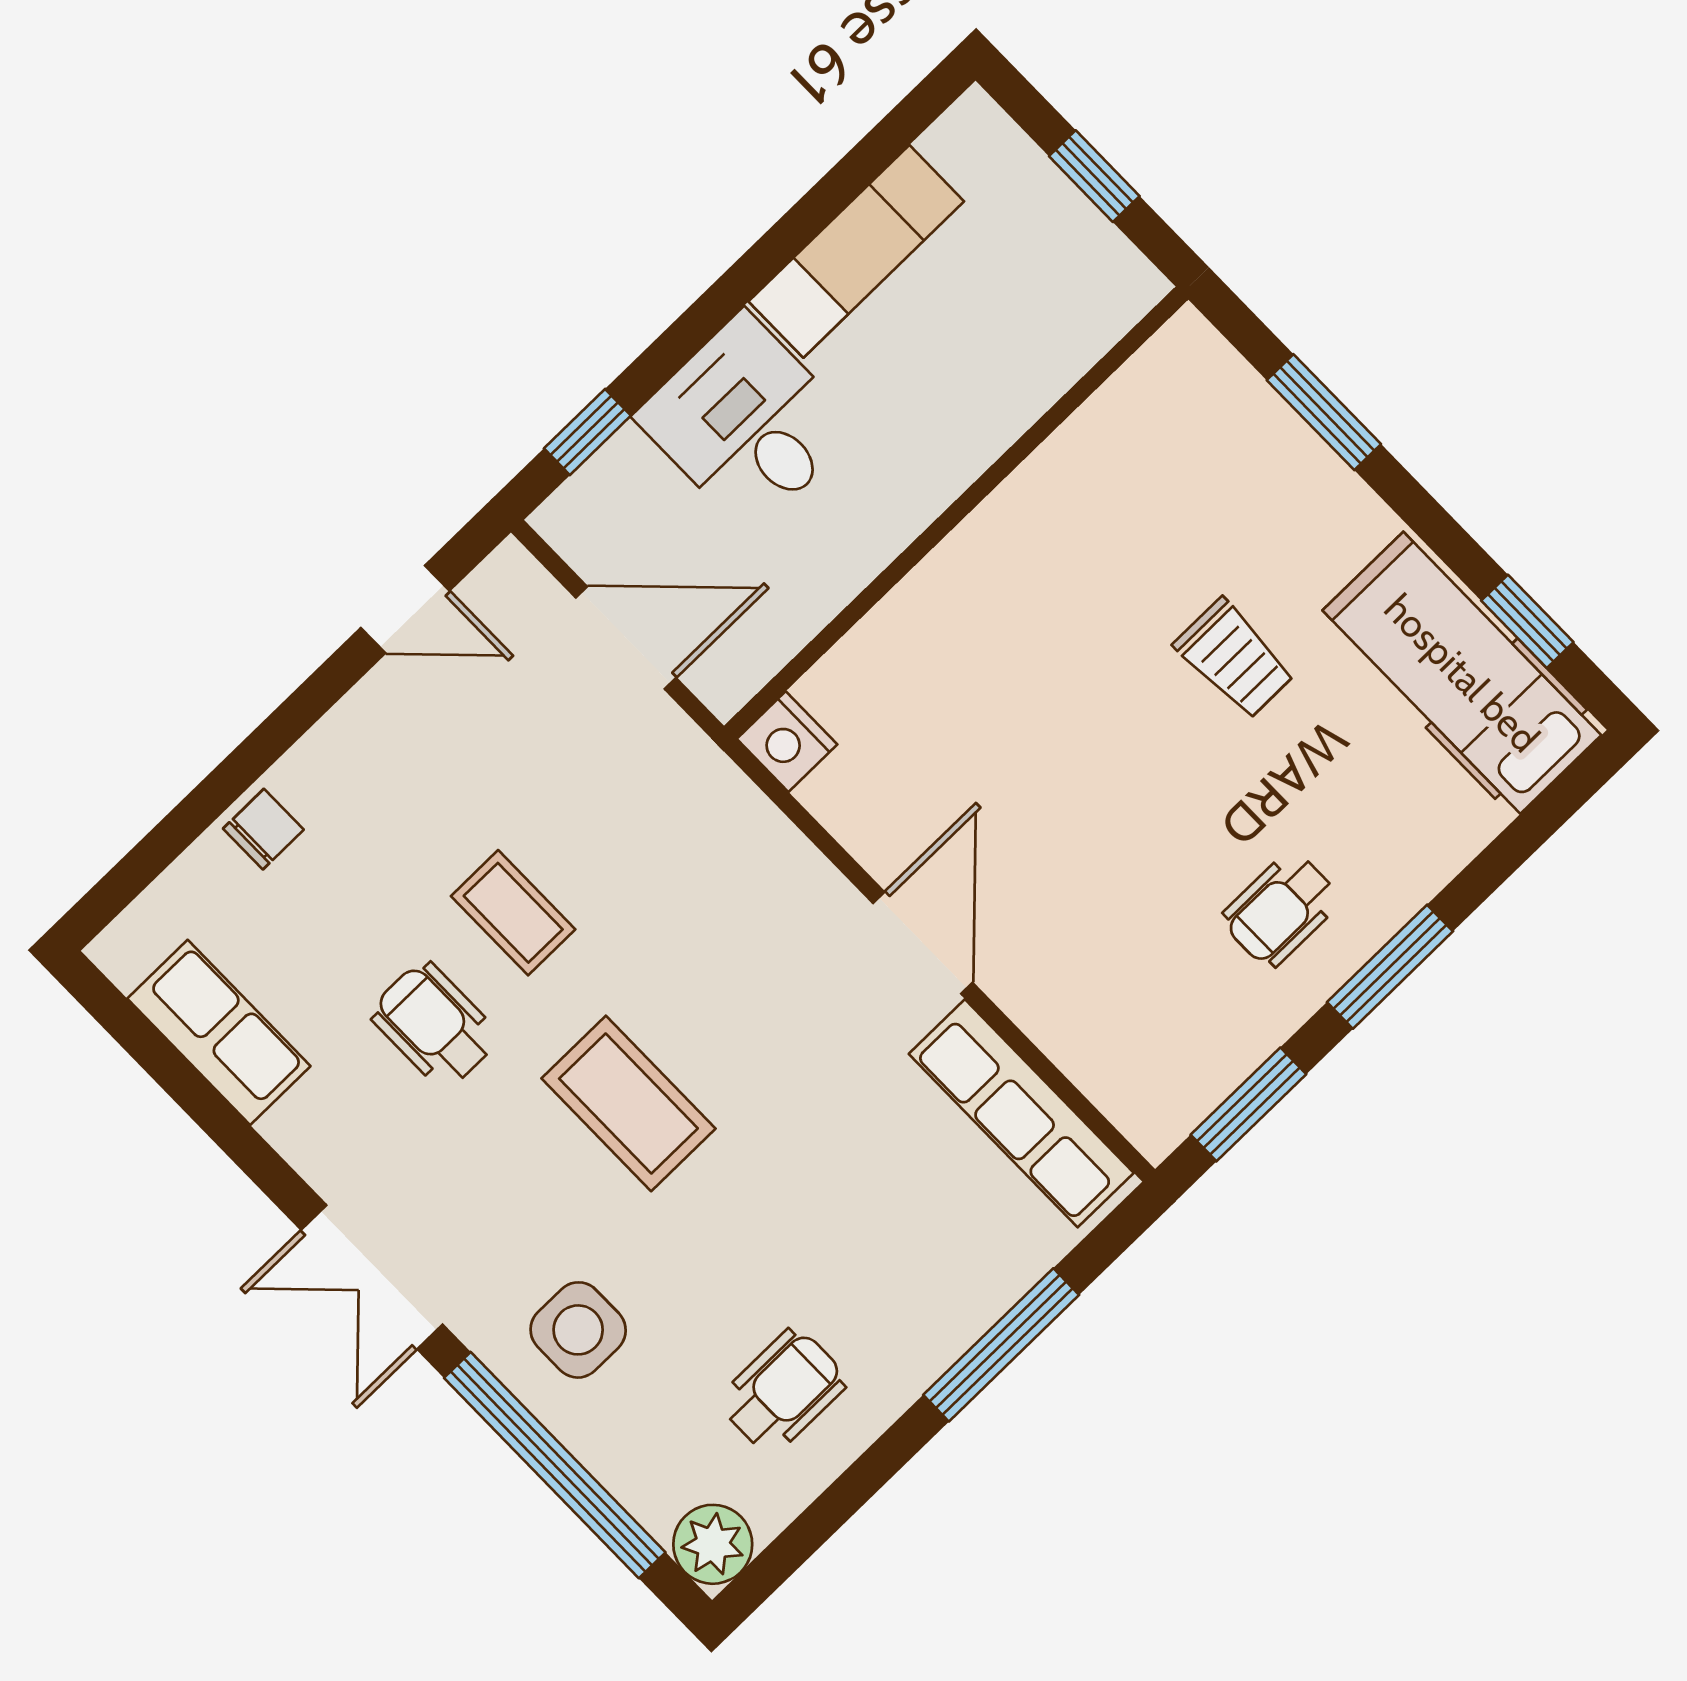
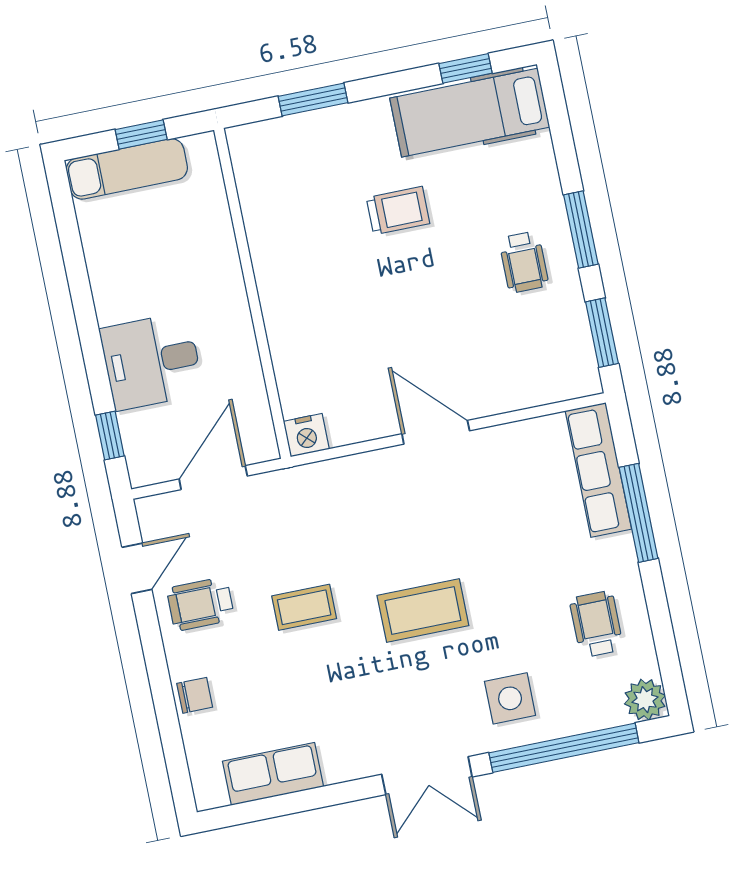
exam couch: (856, 251) -> (127, 169), moved, turned 90
chair: (263, 829) -> (195, 695), turned 90
wheelchair: (434, 1025) -> (201, 604), moved
row of seats: (1021, 1113) -> (598, 470), moved, turned 90

